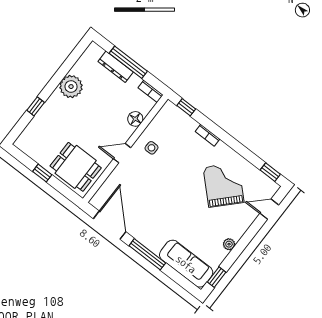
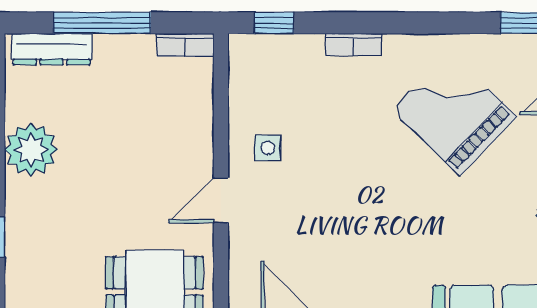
dresser: (116, 67) -> (52, 49), moved
floor lamp: (135, 119) -> (196, 118), removed

